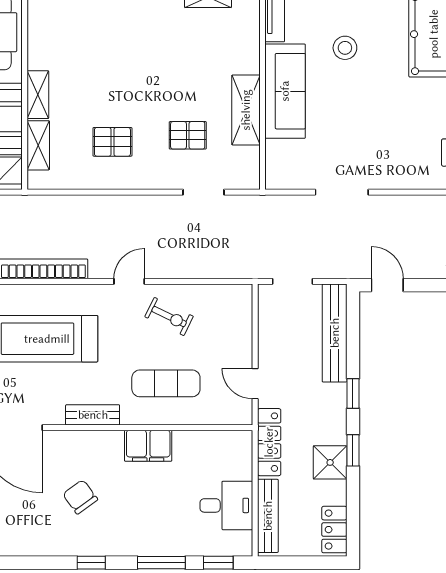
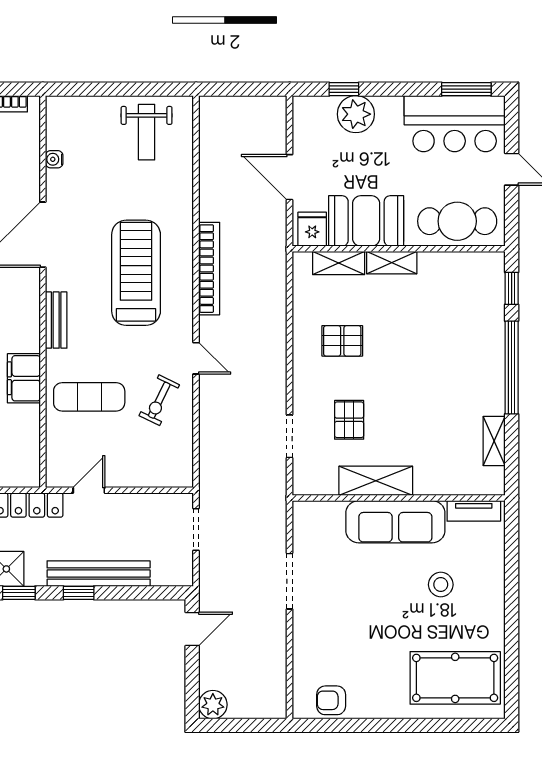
pallet: (112, 142) -> (342, 341), turned 90
bench: (335, 333) -> (99, 574), moved
exercise mat: (166, 383) -> (89, 397), turned 90

